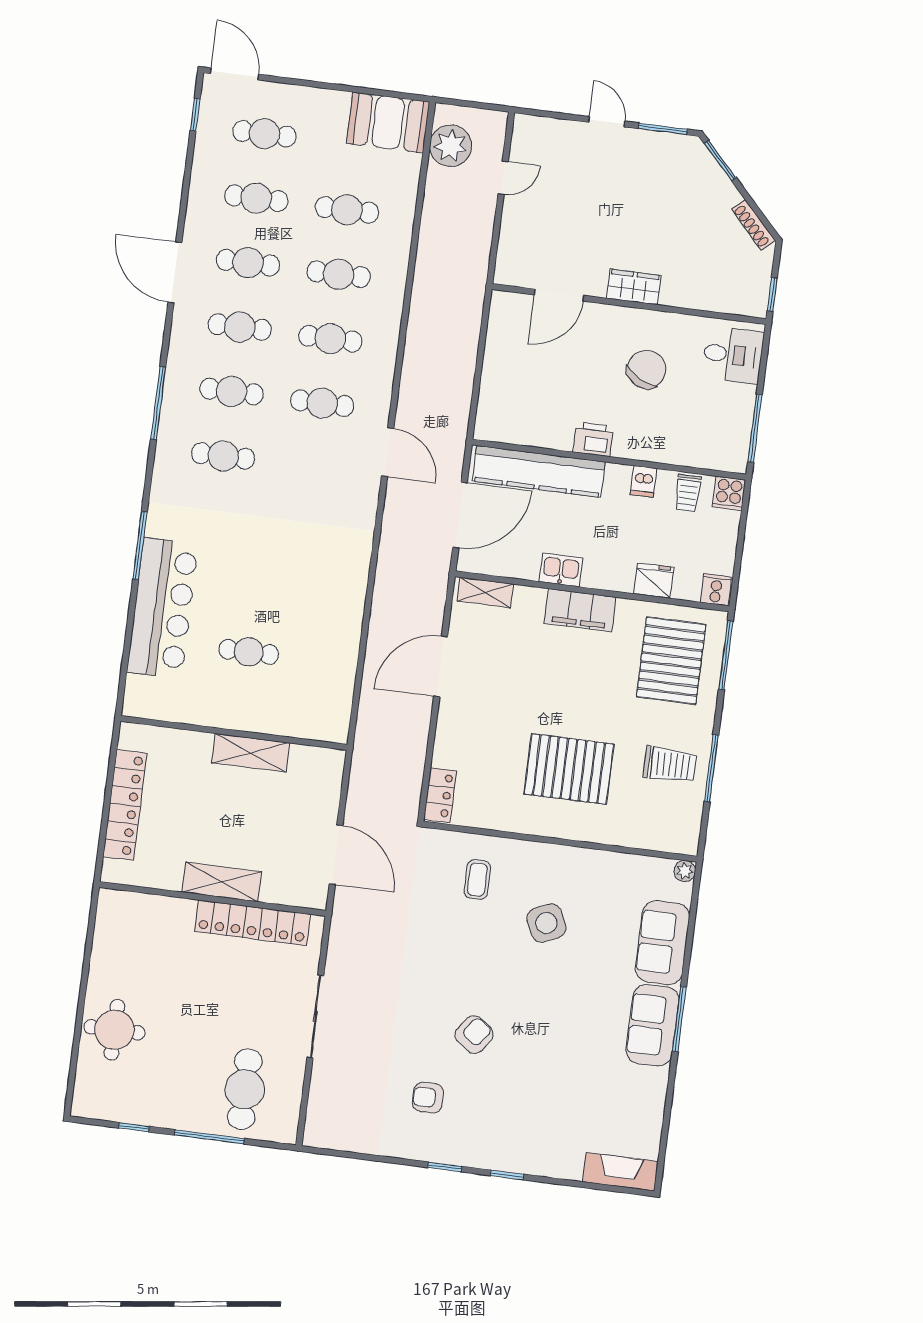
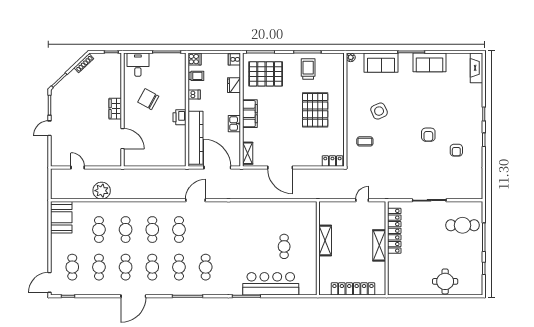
plant: (451, 146) -> (102, 191), moved
door: (336, 855) -> (362, 200), width x0.53
sofa: (653, 1025) -> (430, 62), moved
armchair: (474, 1035) -> (428, 135), turned -126

